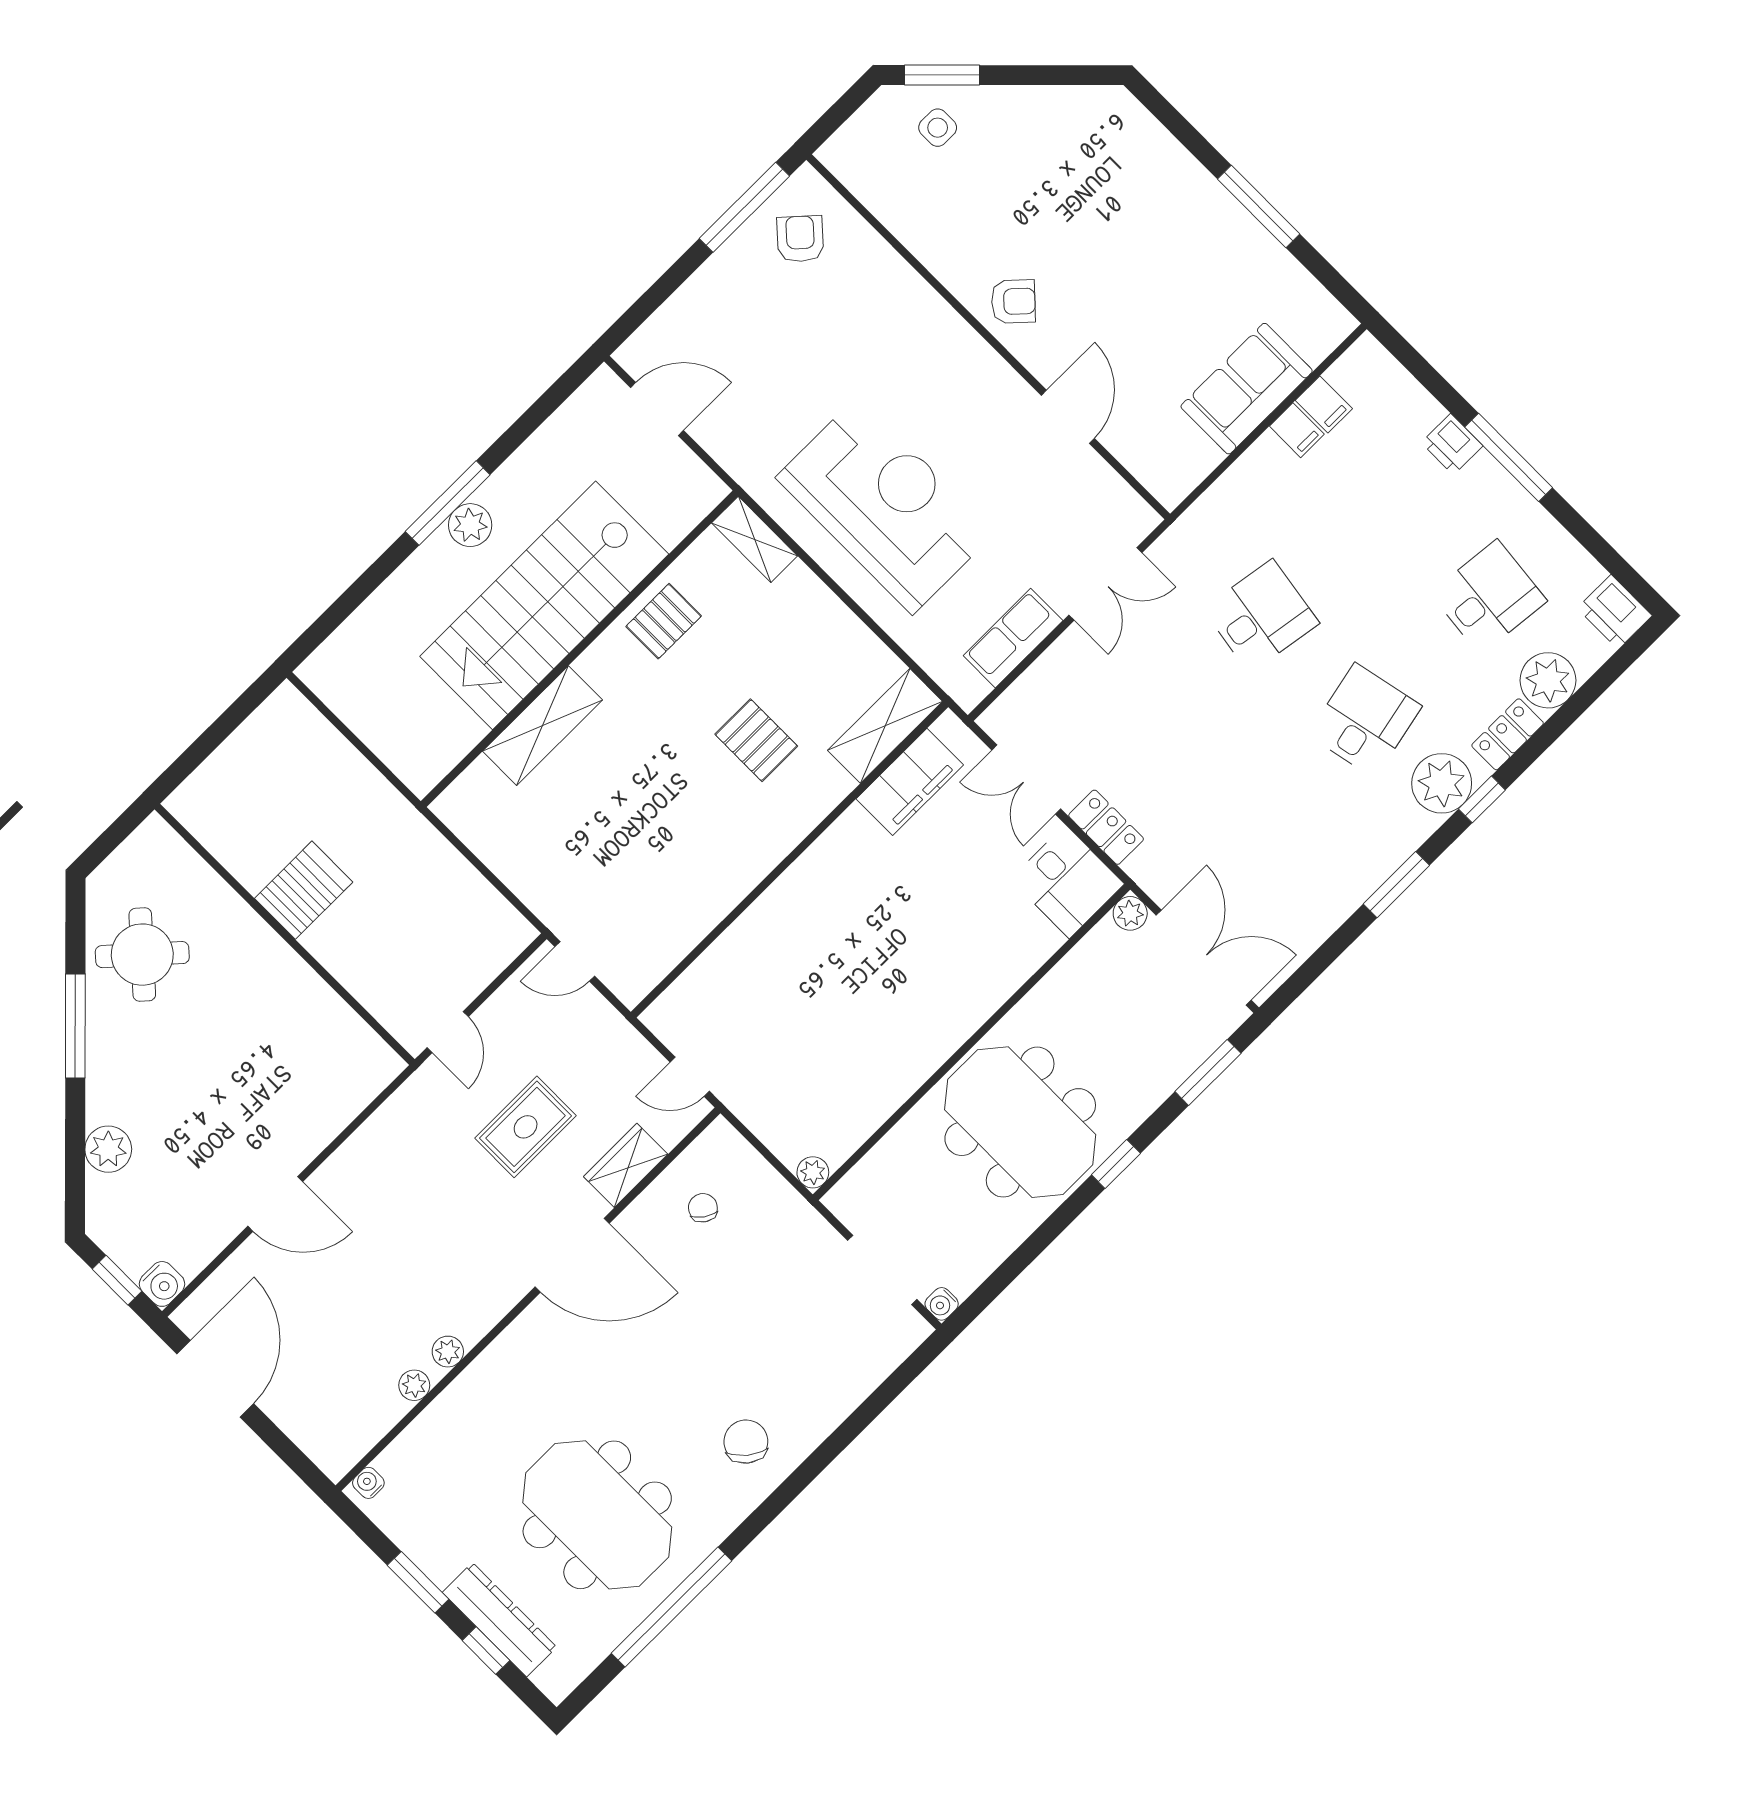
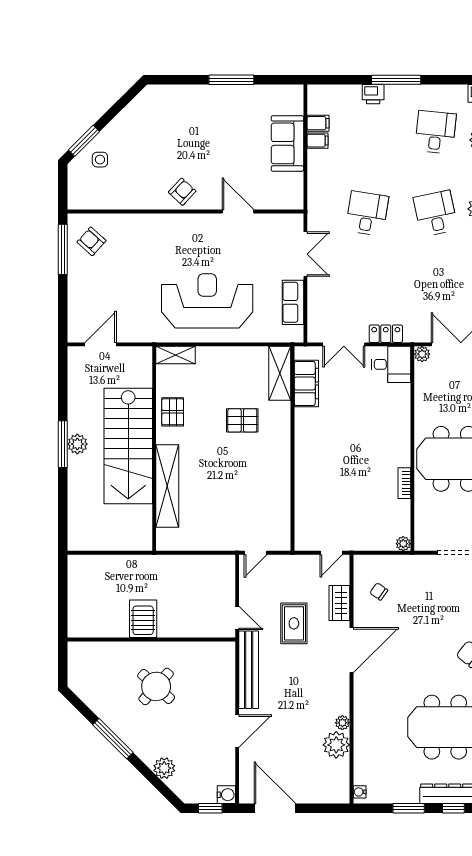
shelving: (542, 726) -> (167, 486), width x1.47
round table: (142, 955) -> (156, 686), moved
bookcase: (907, 1082) -> (404, 483), added
bench: (386, 1128) -> (249, 670), added
plant: (414, 1385) -> (336, 745), width x1.87, depth x1.87

